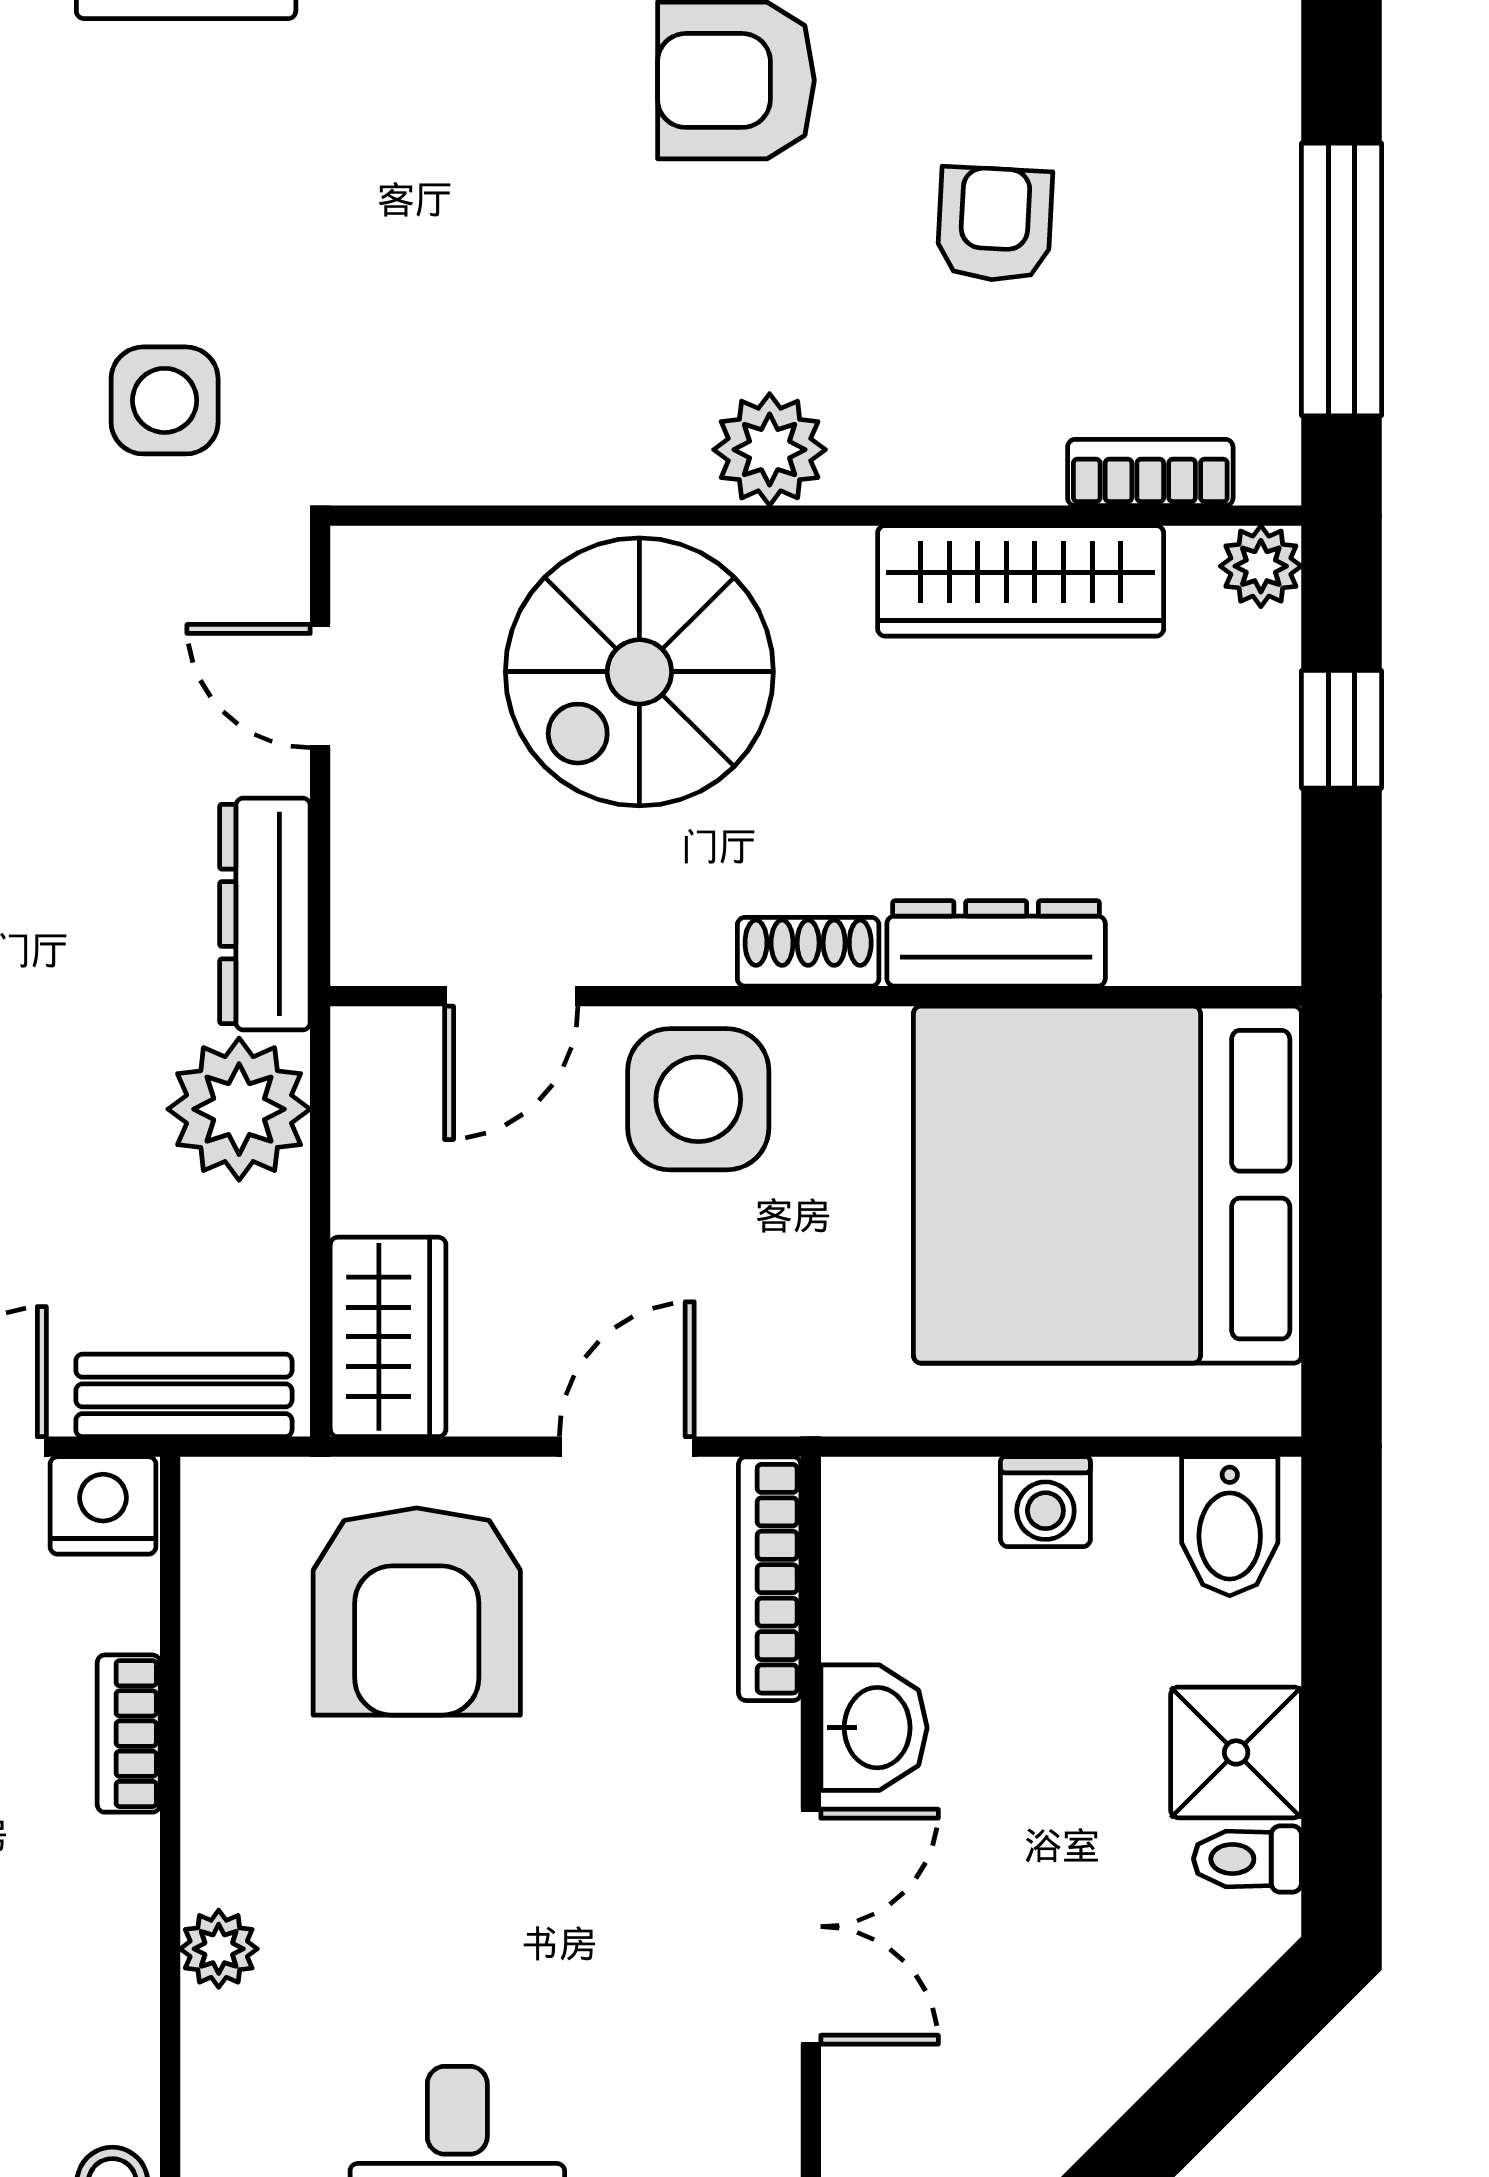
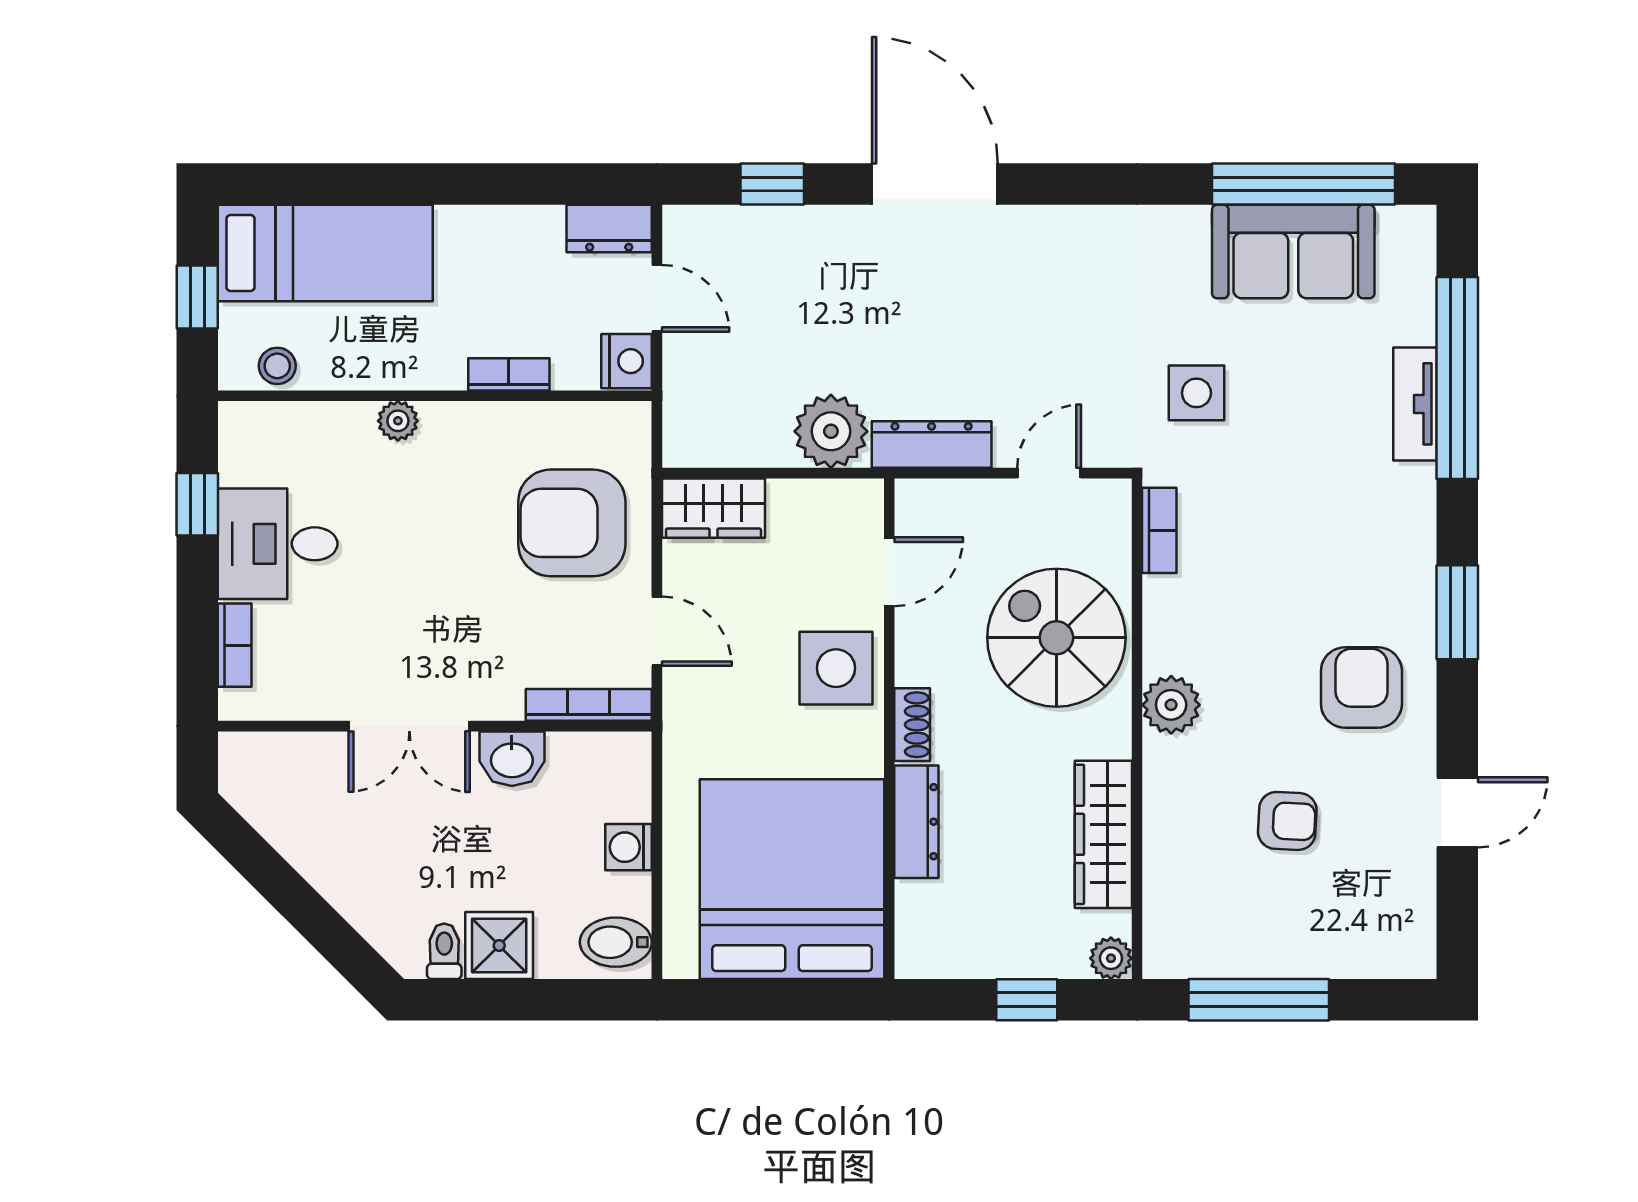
bookcase: (1150, 472) -> (1159, 530), moved
door: (511, 996) -> (889, 572), swing flipped
bench: (184, 1395) -> (683, 403), removed

